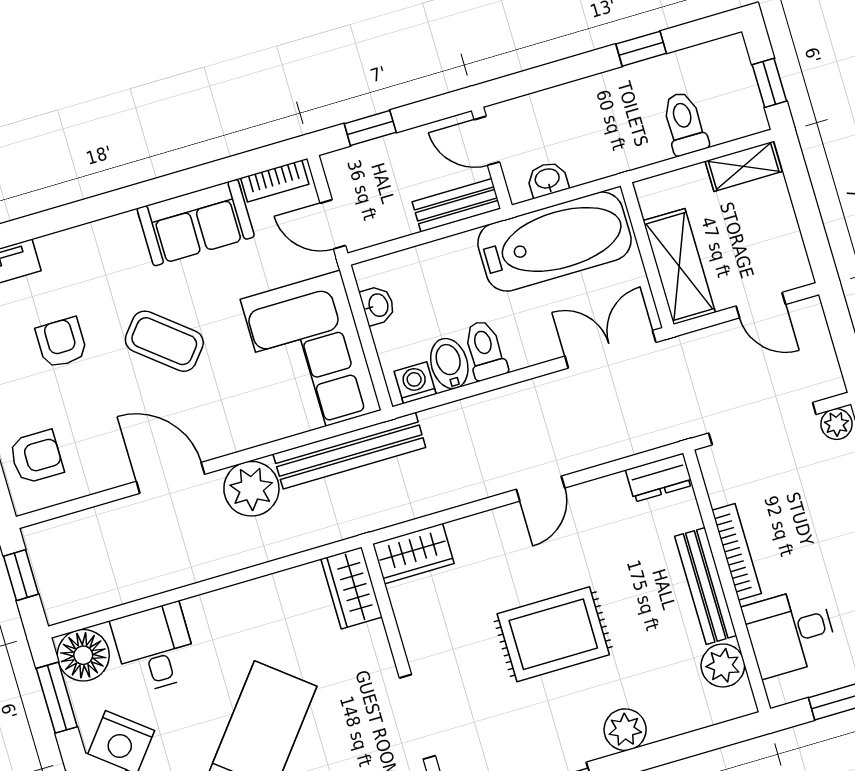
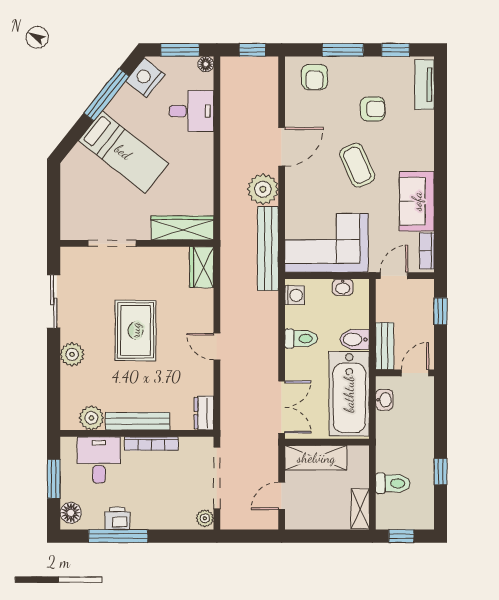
coffee table: (164, 341) -> (357, 165), turned -63
bidet: (449, 364) -> (355, 339), moved, turned 180
wardrobe: (352, 588) -> (182, 228), width x1.50
floor lamp: (83, 655) -> (206, 64), width x0.53, depth x0.53

